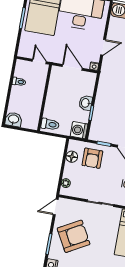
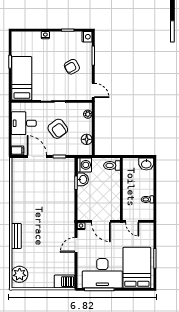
washbasin: (86, 103) -> (83, 179), moved
armchair: (92, 158) -> (58, 129), moved, turned 143
door: (56, 207) -> (93, 90), hinge flipped
armchair: (74, 236) -> (72, 67), width x0.53, depth x0.53

